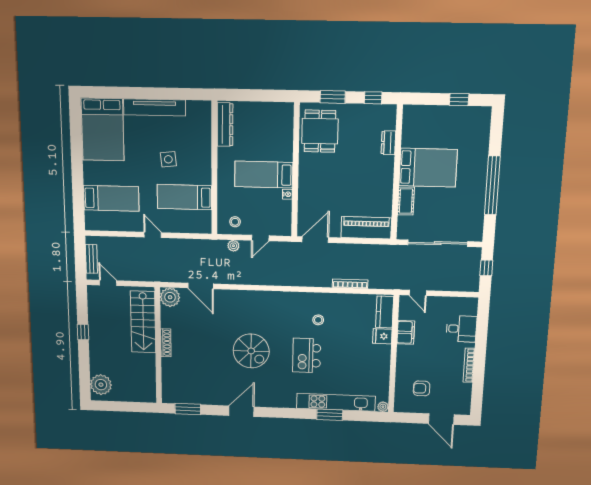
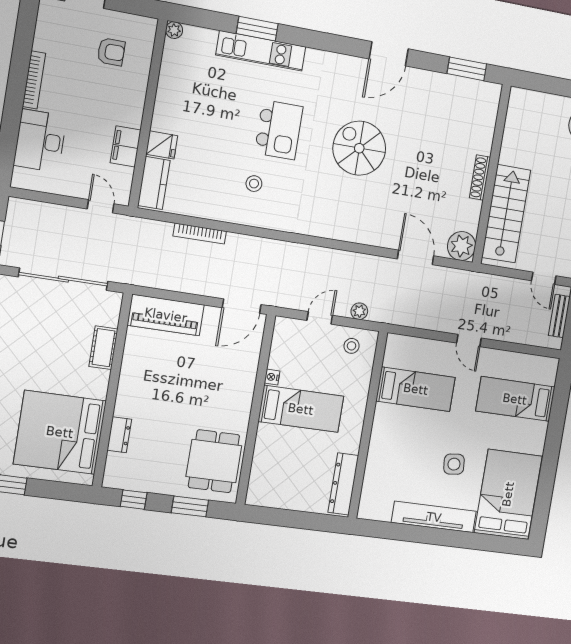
side table: (168, 159) -> (454, 464), moved
bed: (428, 168) -> (60, 432), moved, width x1.36
desk: (461, 329) -> (40, 141), width x1.37
kitchen unit: (336, 402) -> (261, 51), width x0.73

